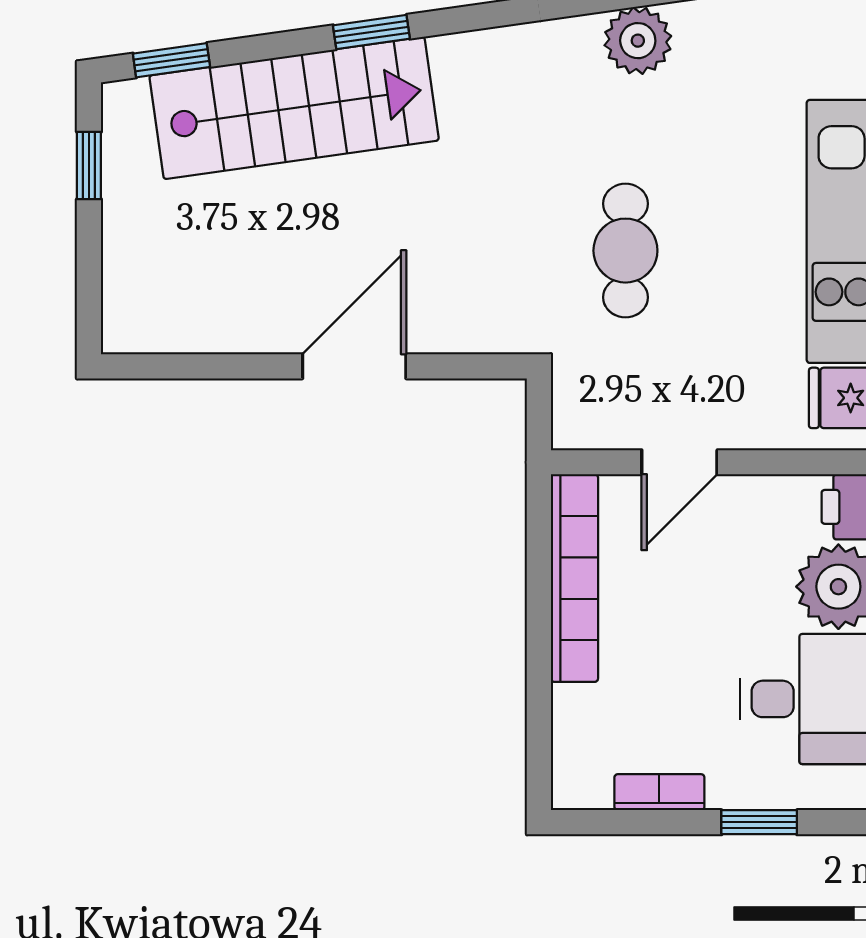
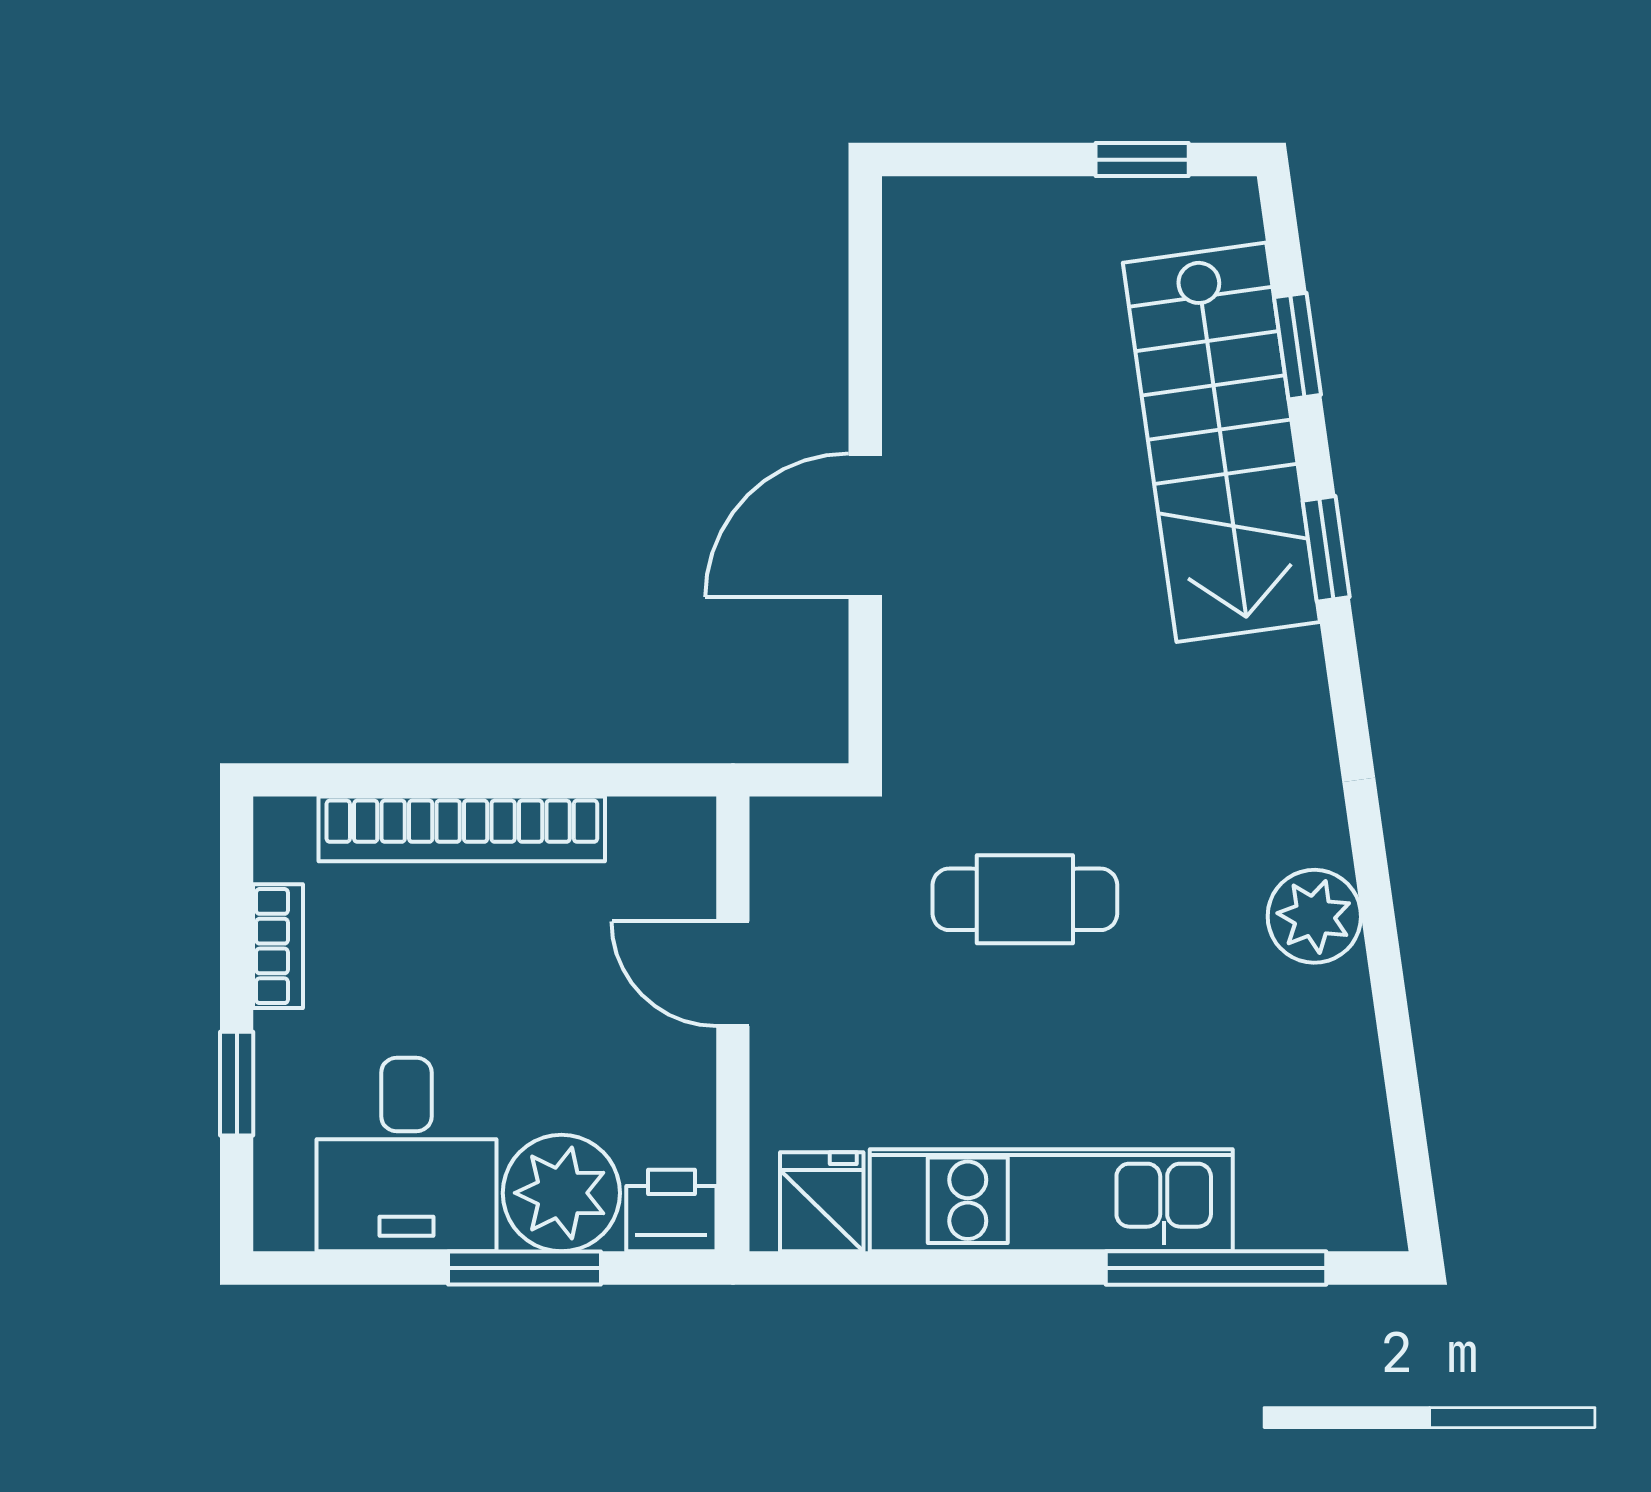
window: (171, 60) -> (1298, 346), moved
door: (354, 366) -> (865, 525), swing flipped
bookcase: (574, 578) -> (462, 829), moved

